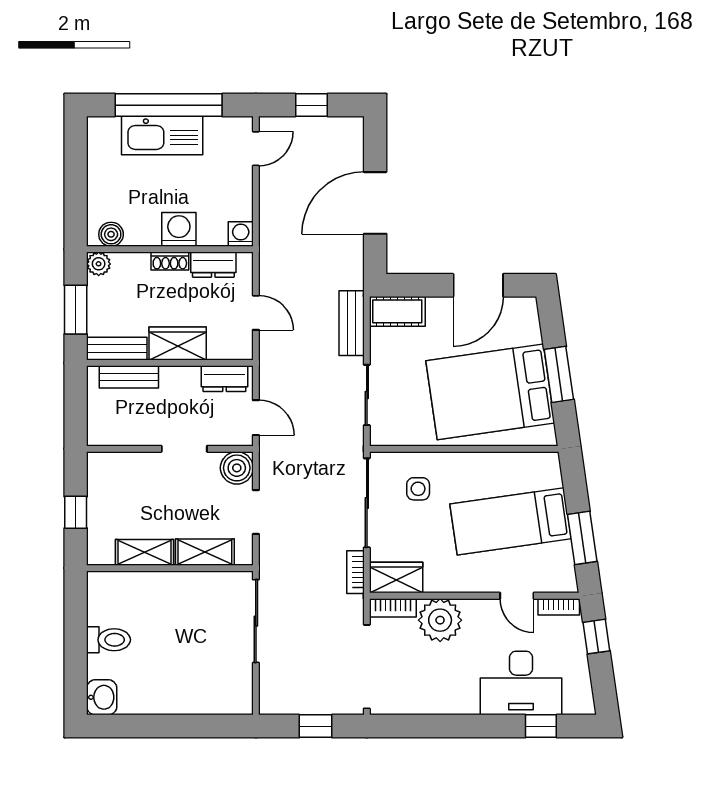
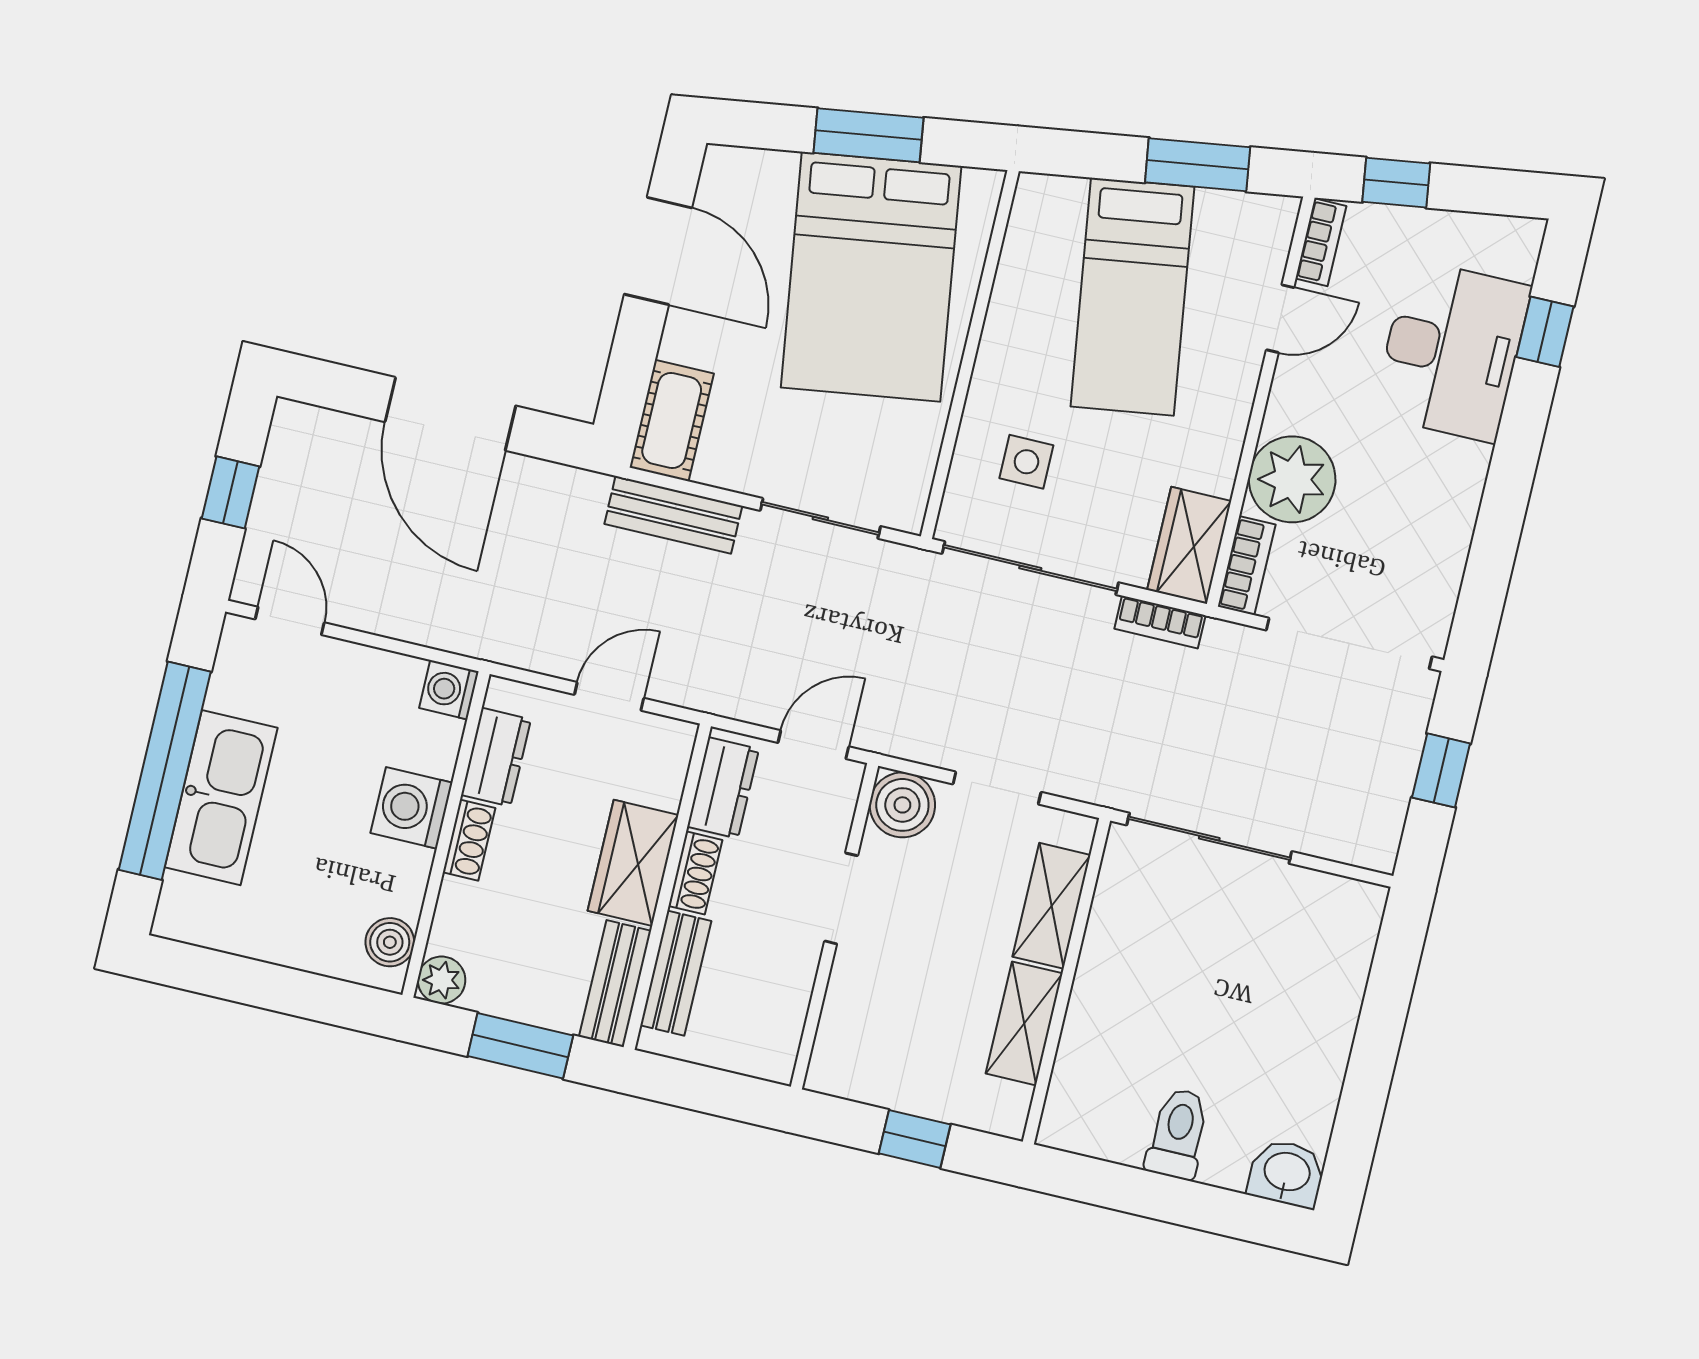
shoe rack: (180, 375) -> (695, 873), added

